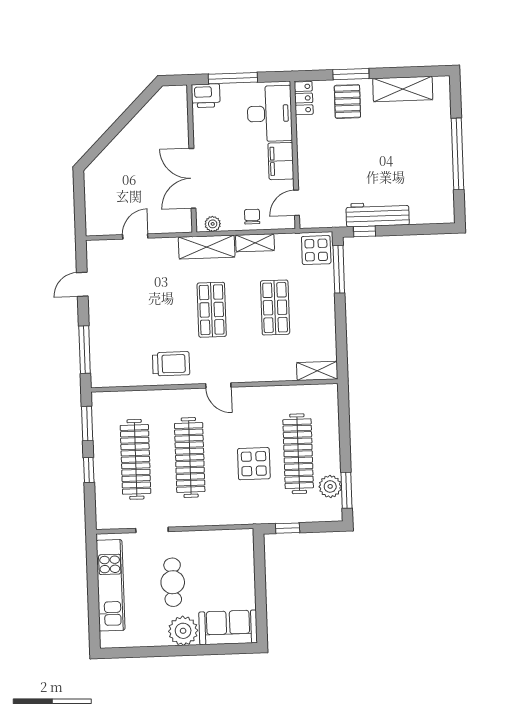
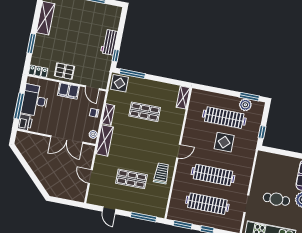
pallet: (347, 102) -> (64, 71), moved
desk: (270, 114) -> (35, 100), moved, turned -90
workbench: (378, 214) -> (109, 42), width x0.73
shop shelf: (212, 310) -> (131, 179), moved

